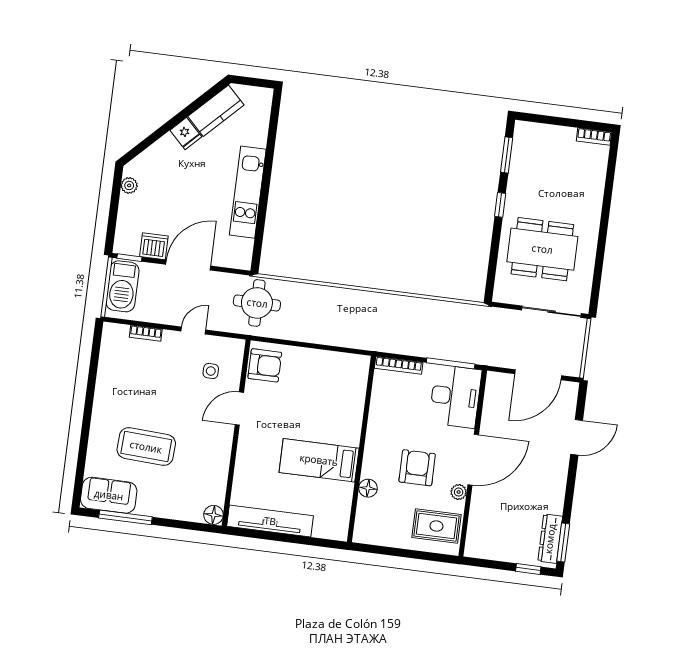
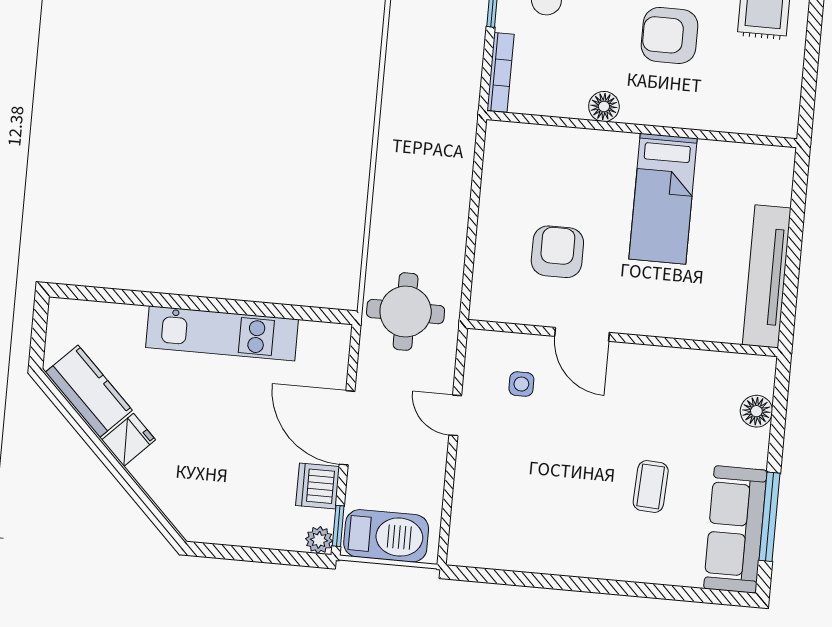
plant: (129, 185) -> (319, 540), moved
bookcase: (146, 333) -> (463, 494), removed
armchair: (265, 365) -> (557, 252), moved
coffee table: (146, 447) -> (651, 486), width x0.54, depth x0.58
floor lamp: (368, 488) -> (604, 106), moved
sofa: (109, 495) -> (735, 529), width x1.36
floor lamp: (214, 515) -> (756, 411), moved

